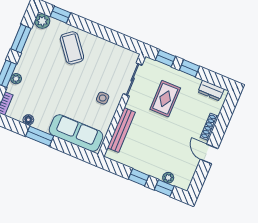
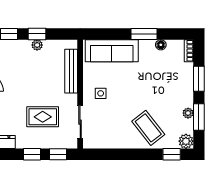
plant: (16, 79) -> (188, 113), moved
rug: (165, 99) -> (43, 117), turned 90
plant: (168, 178) -> (37, 45), moved

